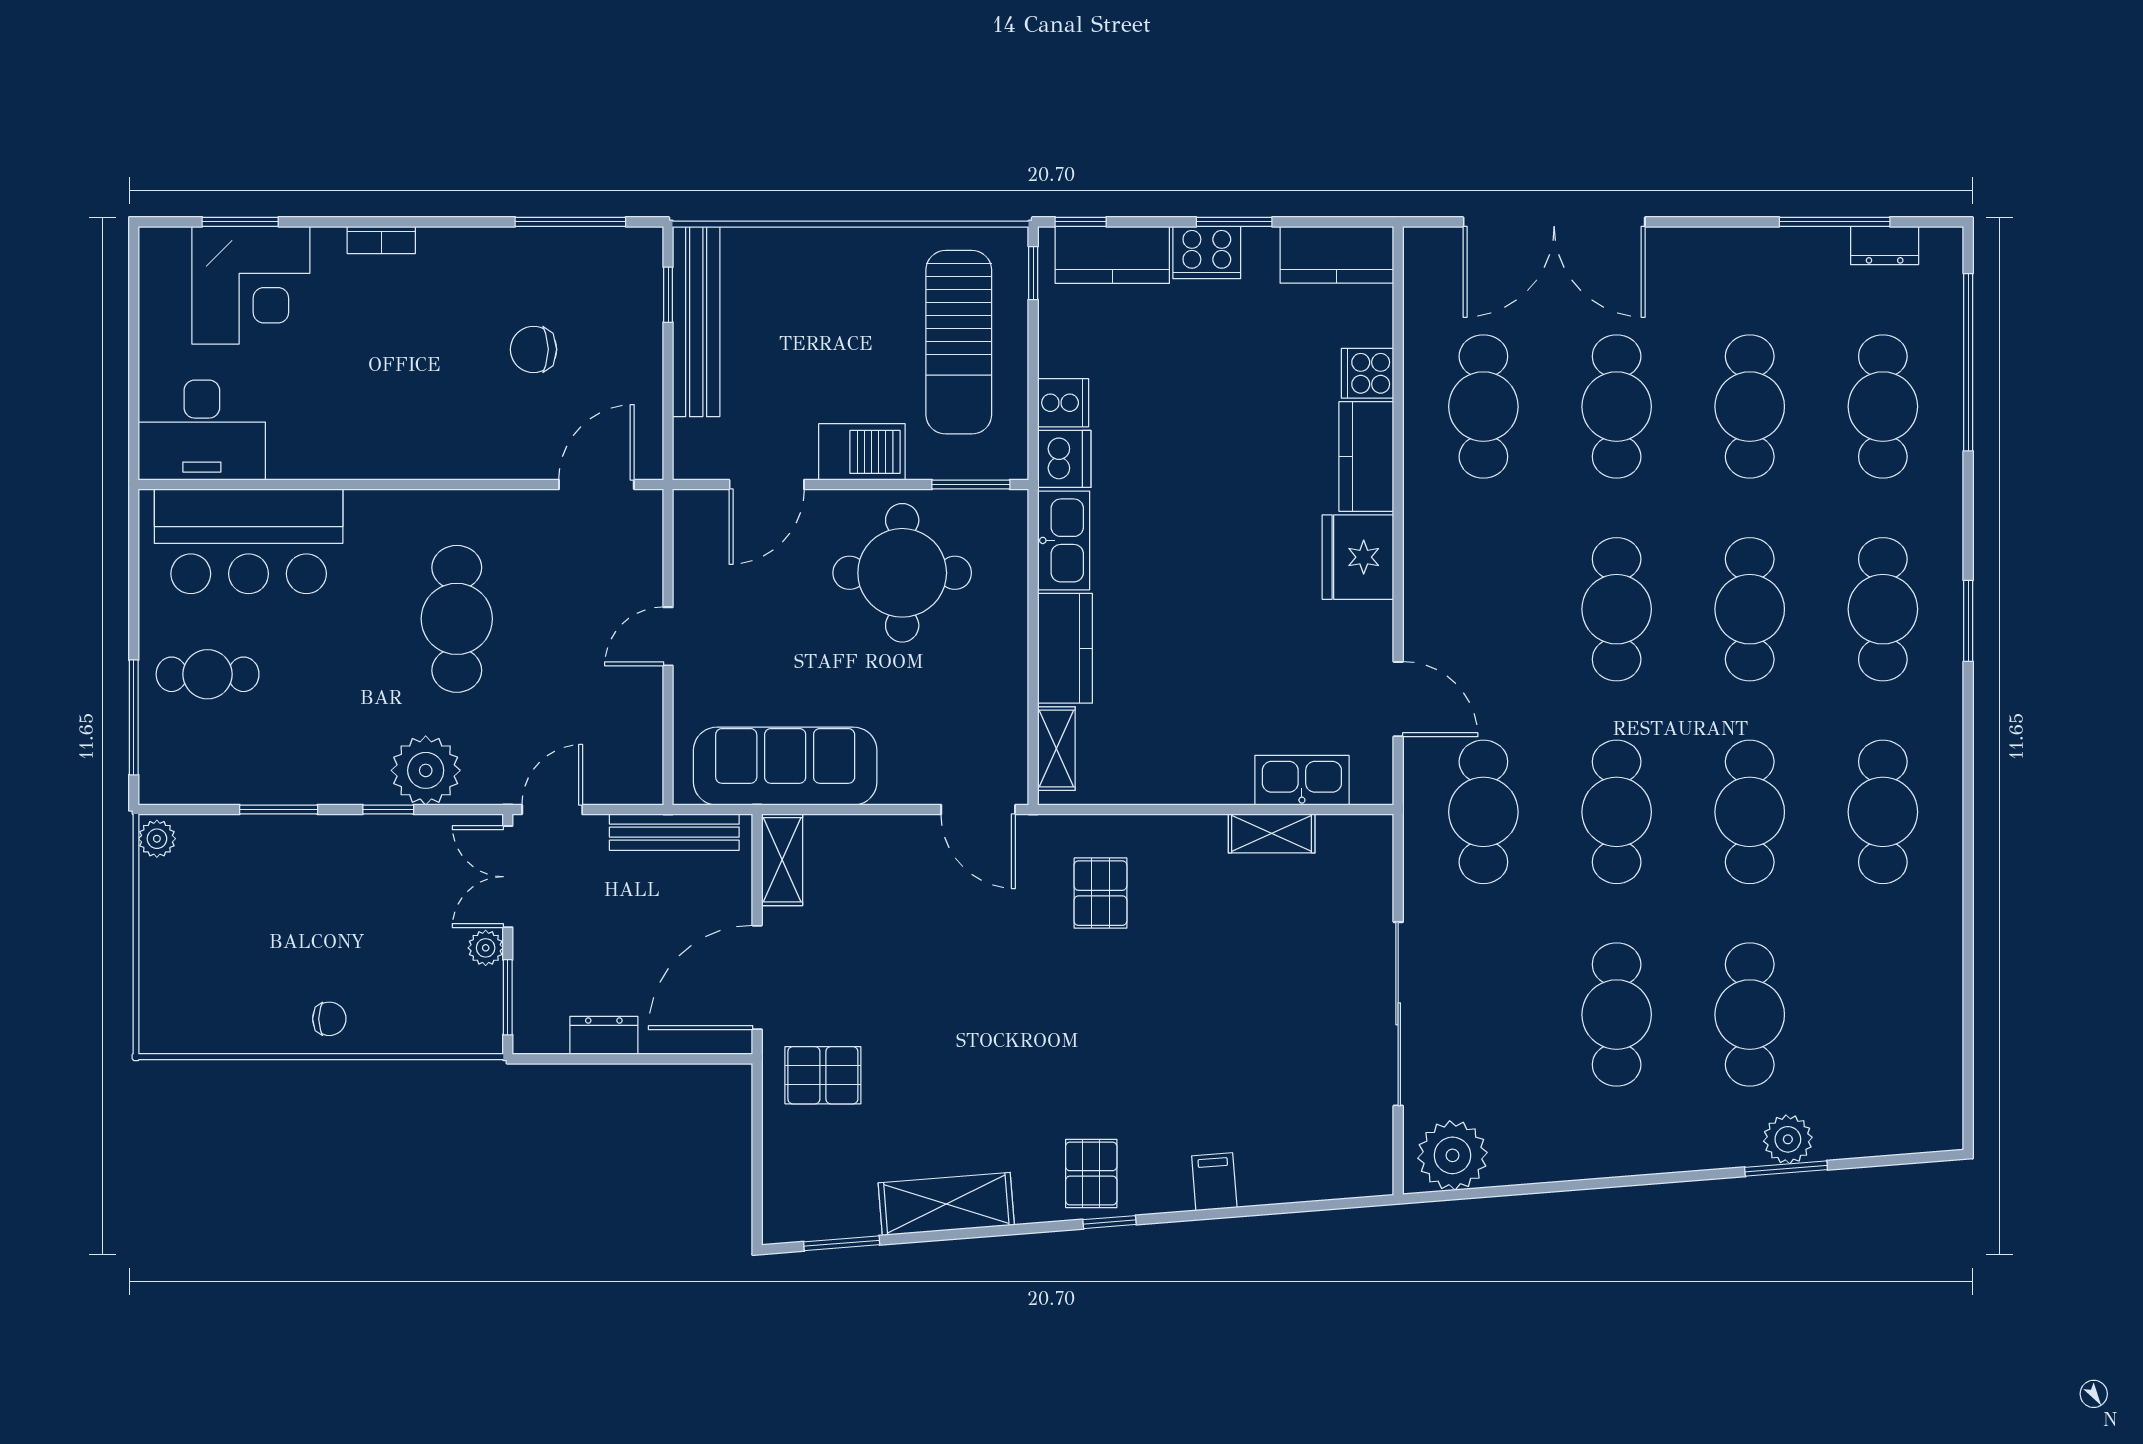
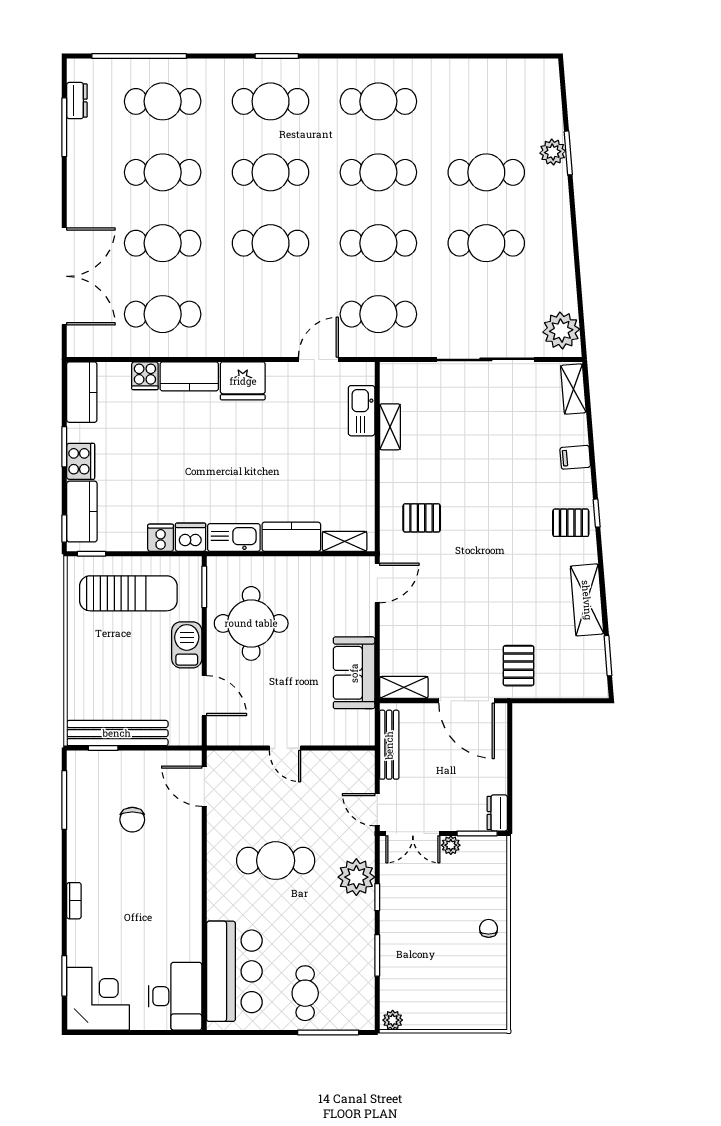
corner desk: (251, 285) -> (98, 999), moved
sofa: (785, 766) -> (354, 673), width x0.73
dresser: (604, 1035) -> (497, 813), moved
shelving: (1343, 1178) -> (573, 389), added

